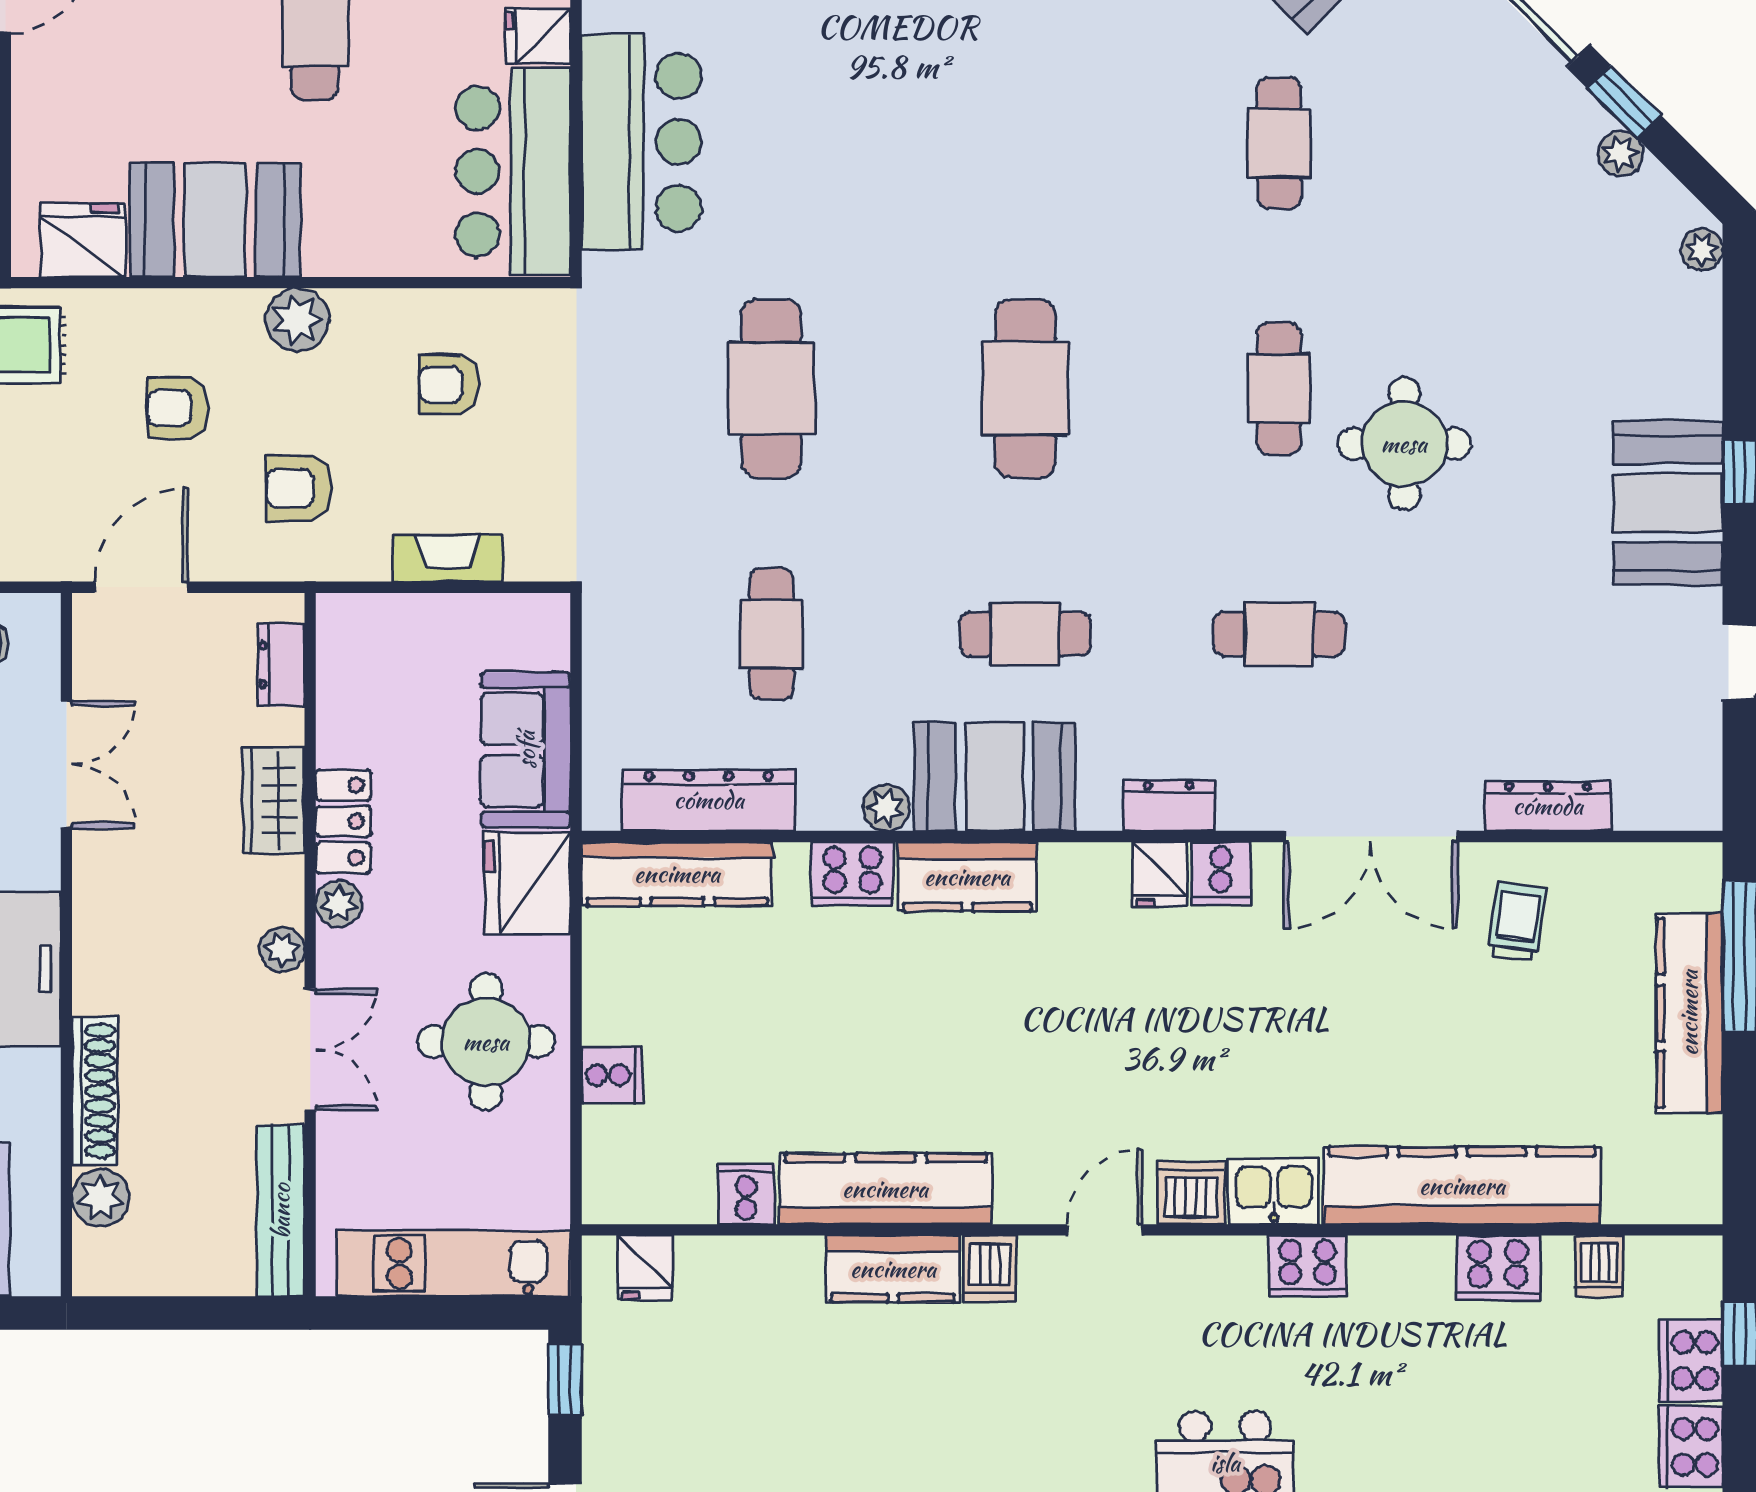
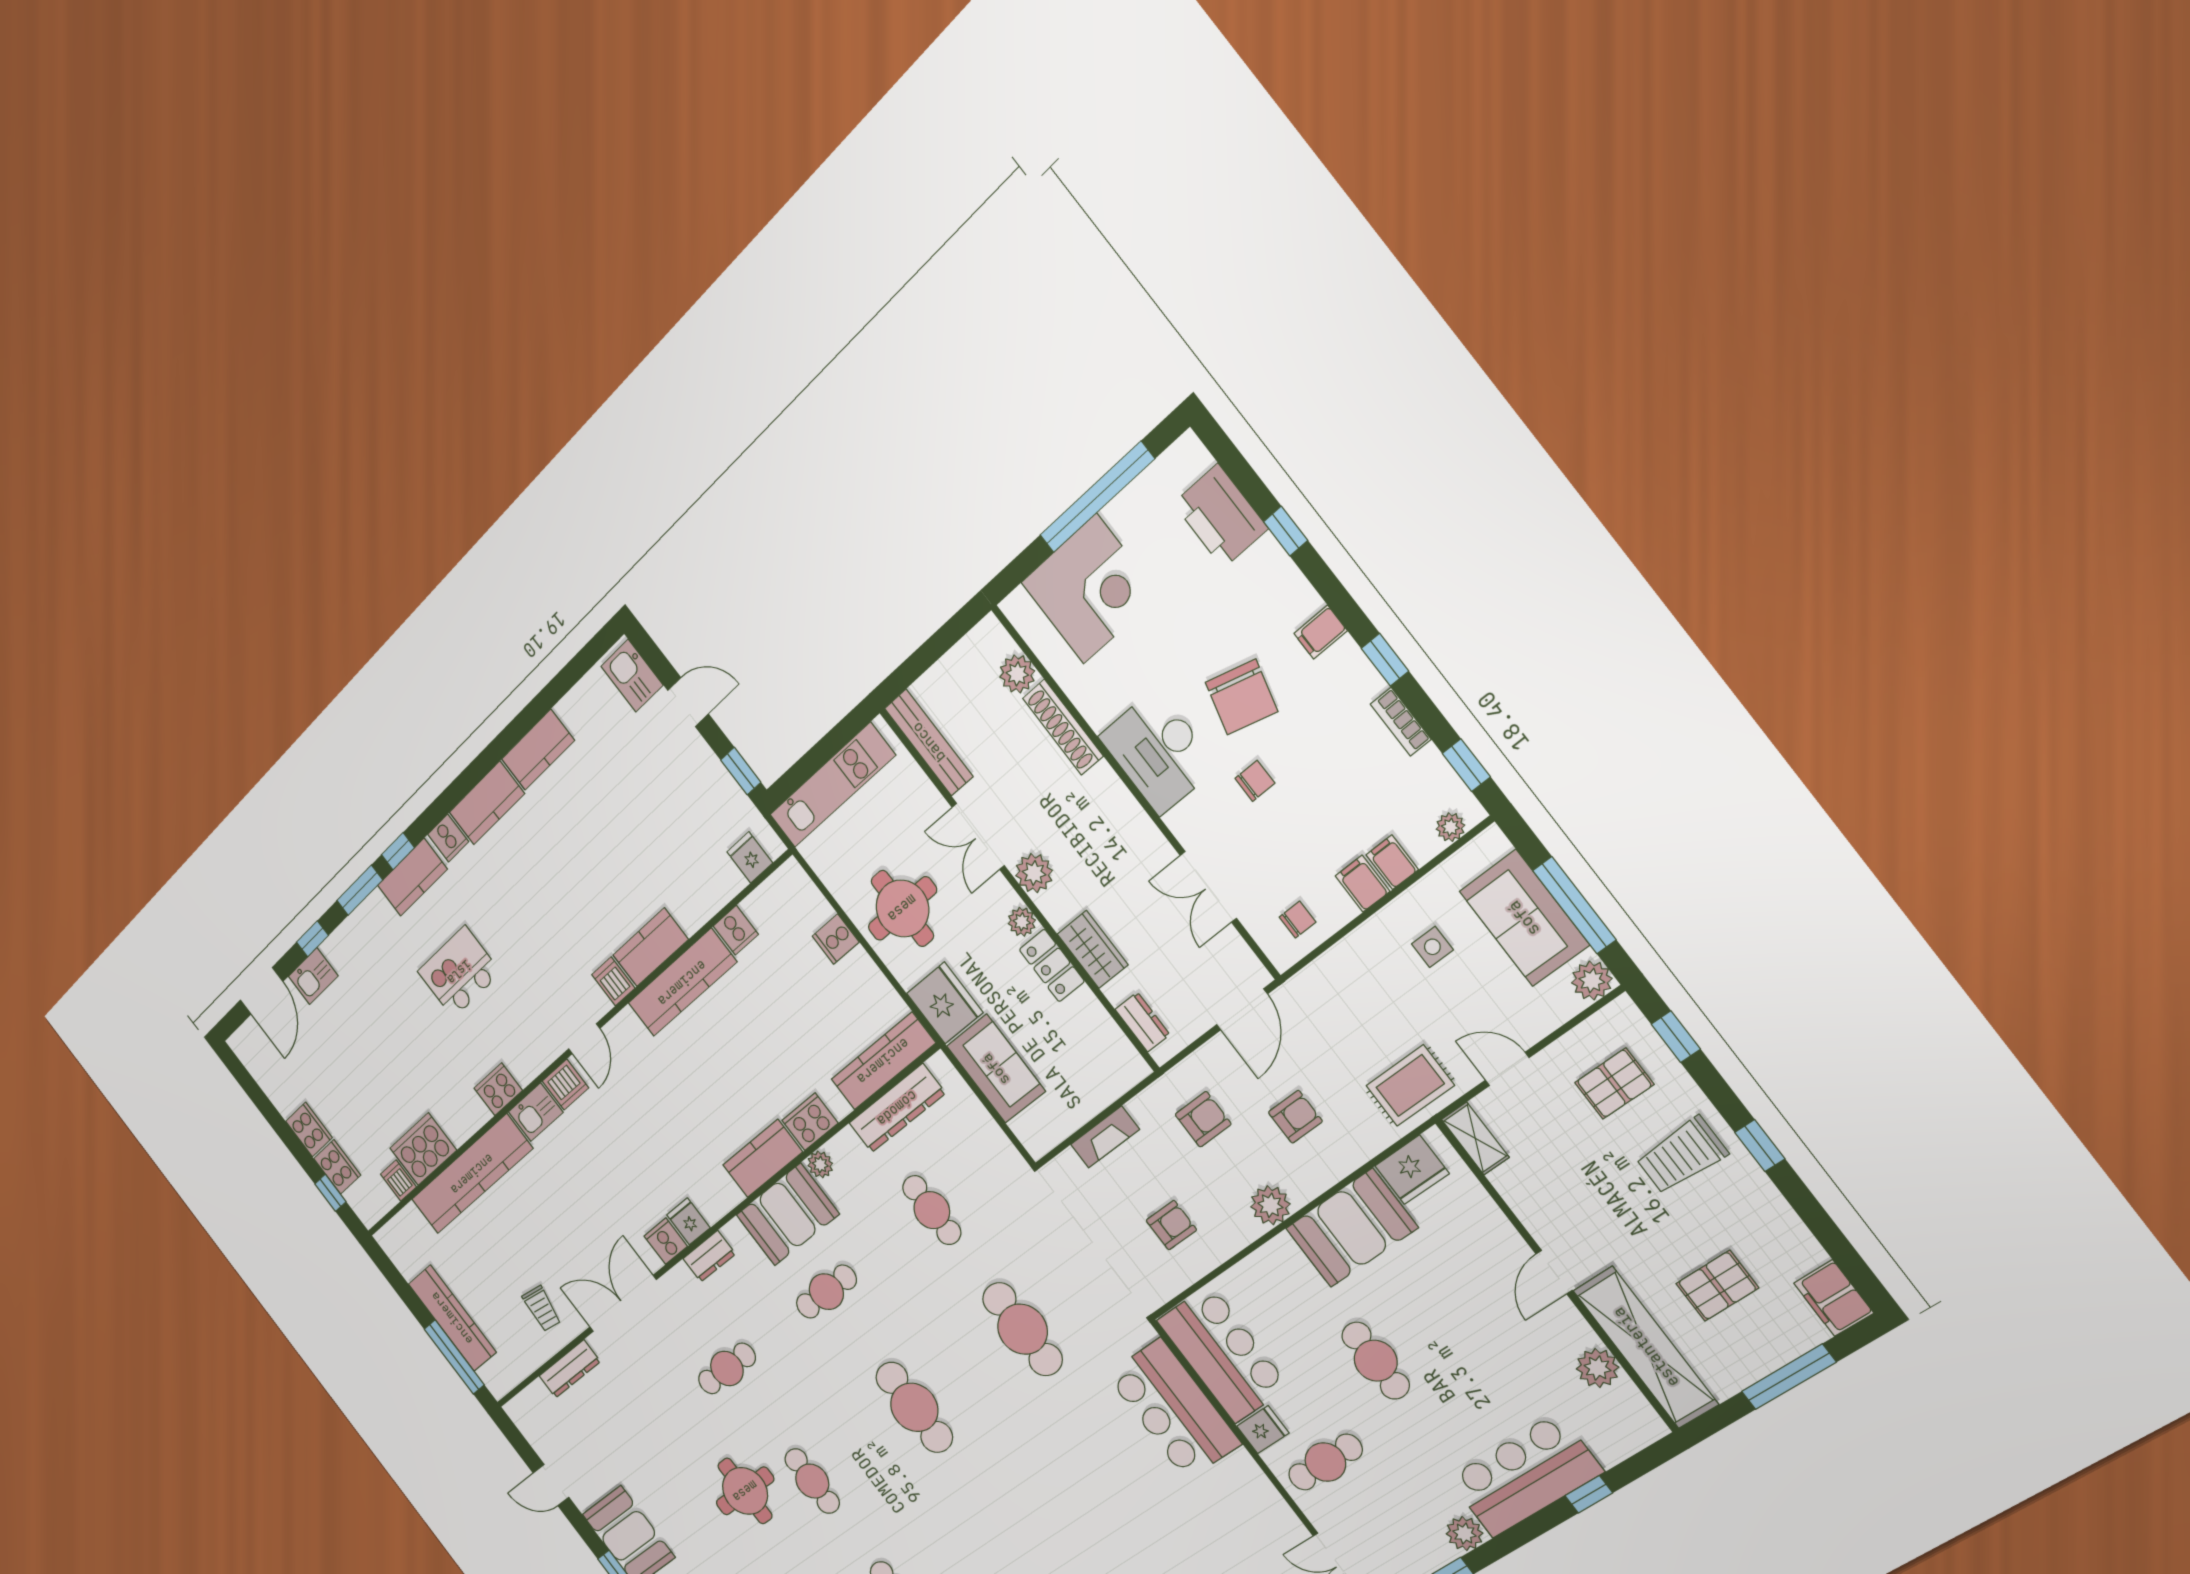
plant: (282, 950) -> (1034, 873), width x1.38, depth x1.38
cooker: (1498, 1268) -> (423, 1149), width x1.37, depth x1.31

